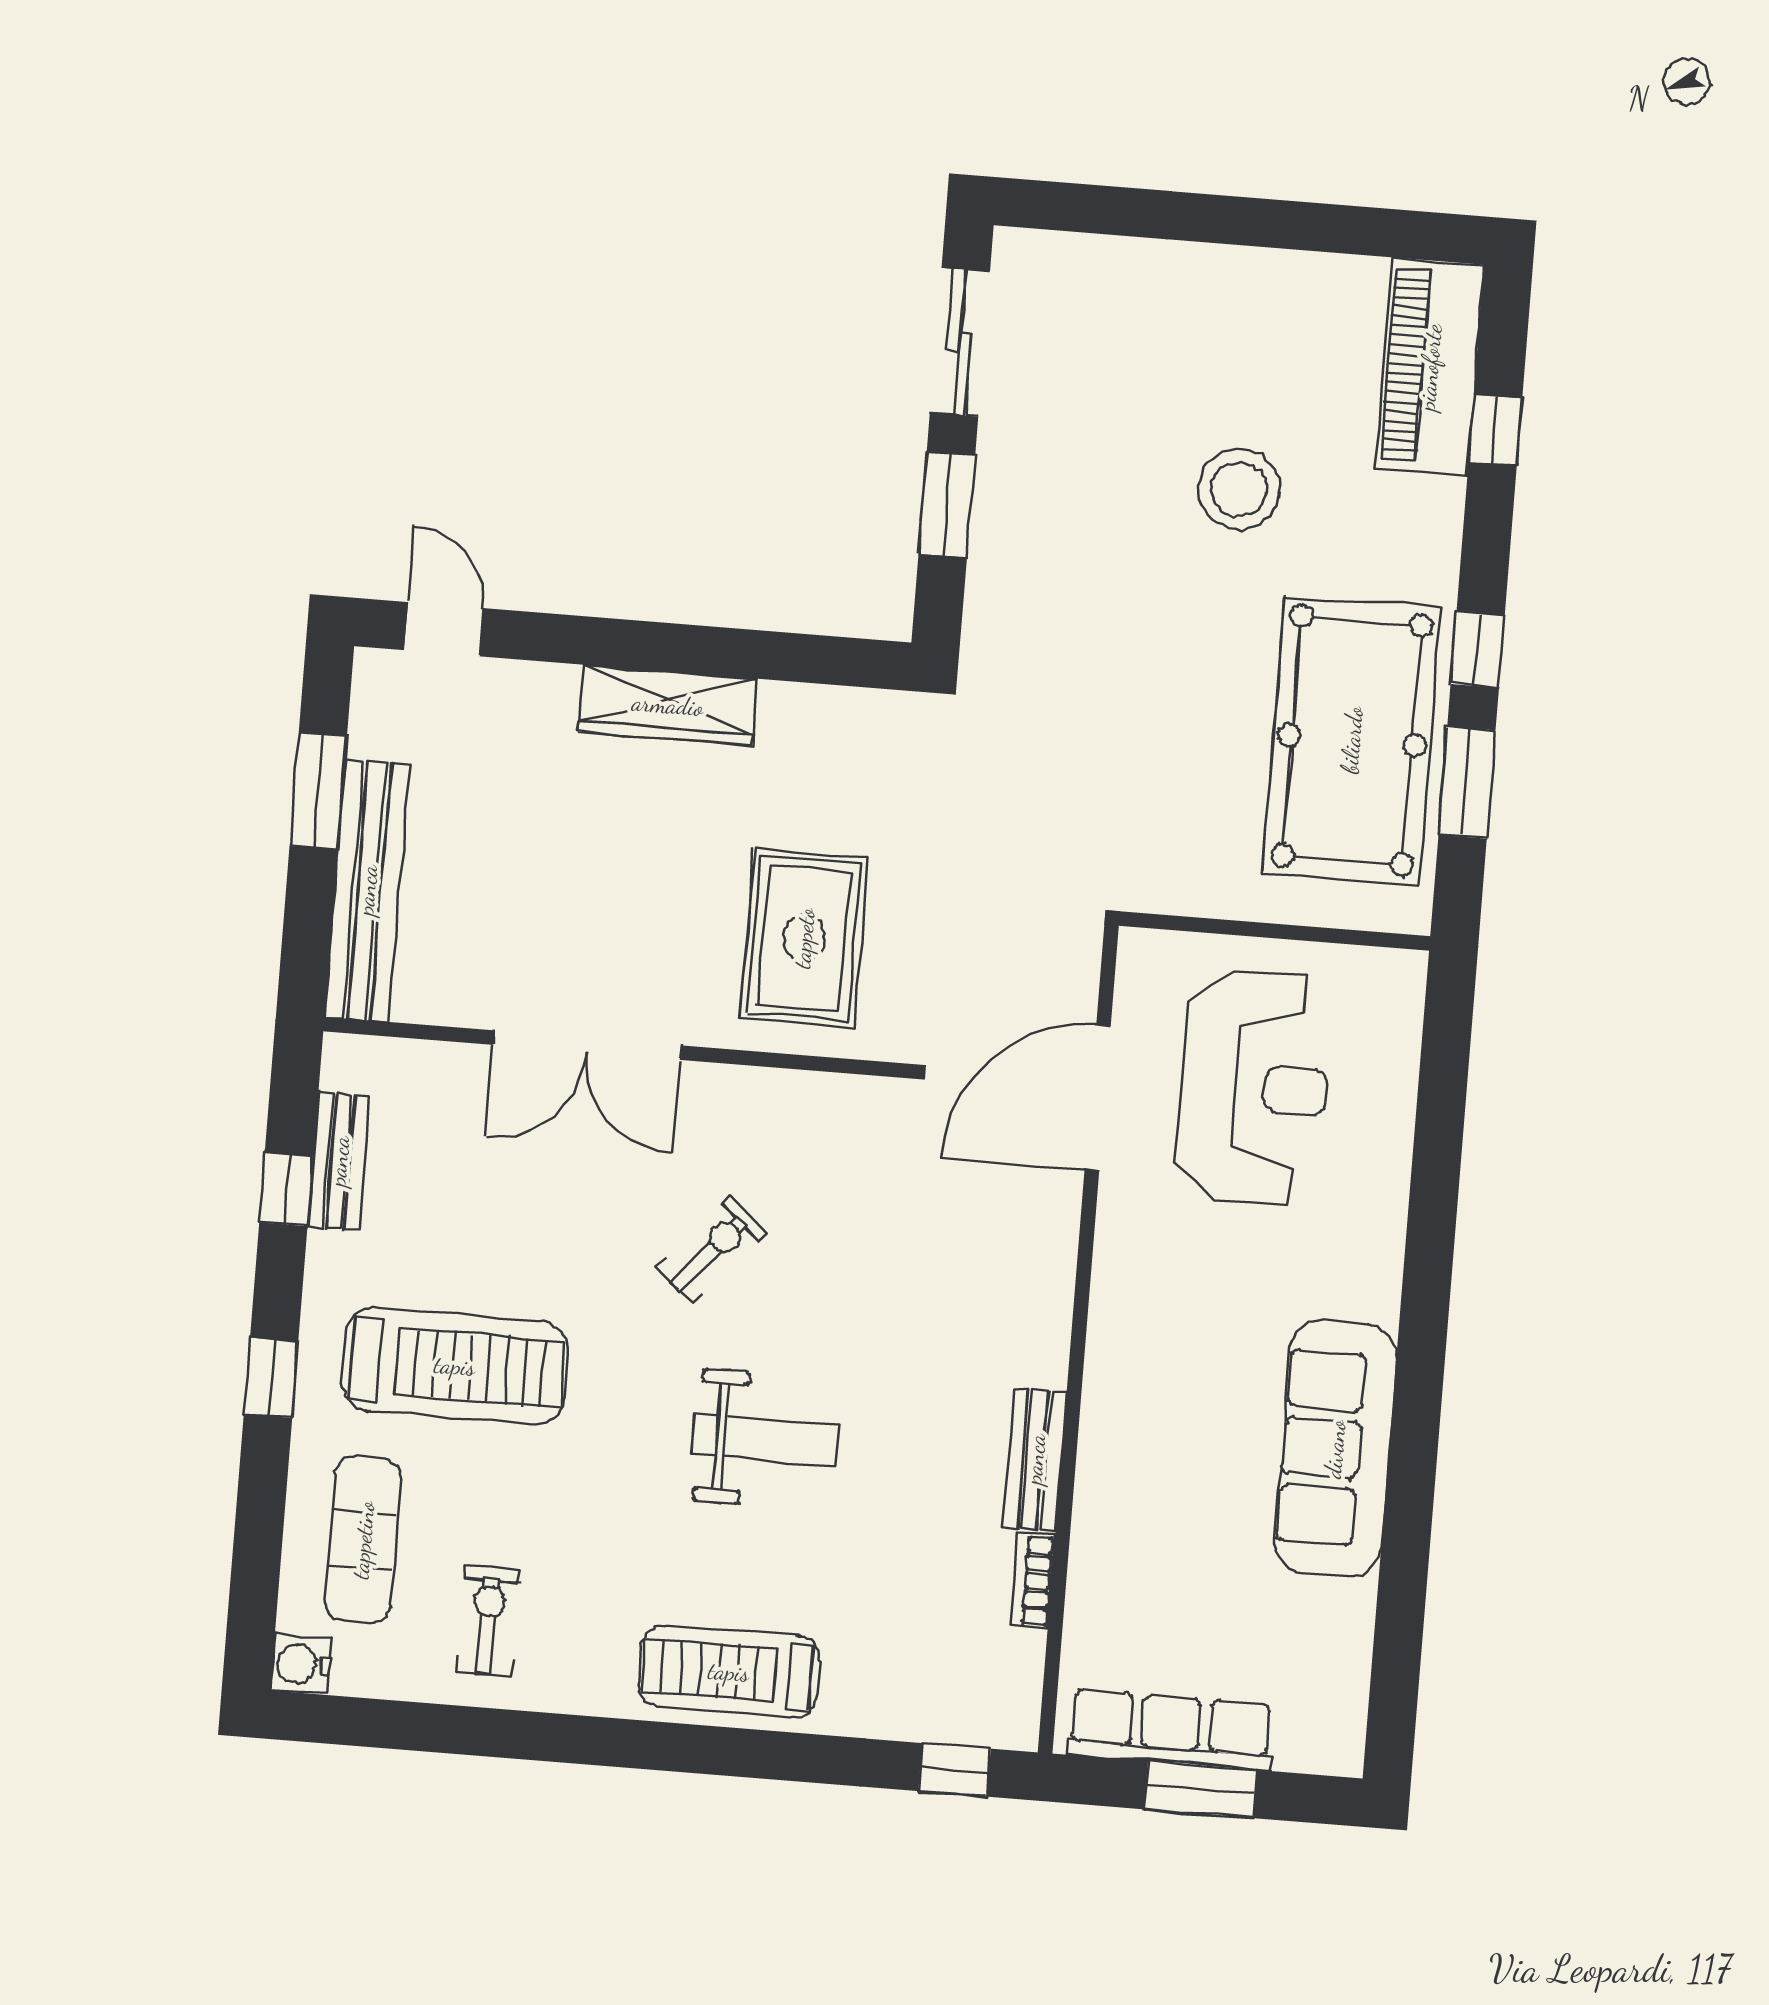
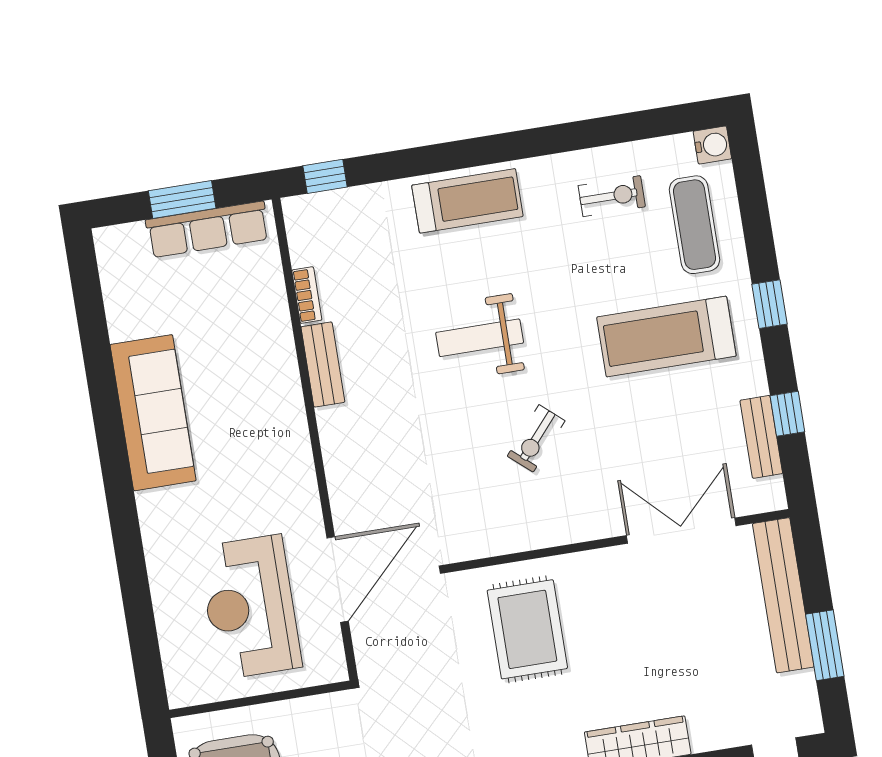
double door: (587, 1045) -> (681, 531), moved
exercise bike: (488, 1621) -> (612, 196), turned -90

